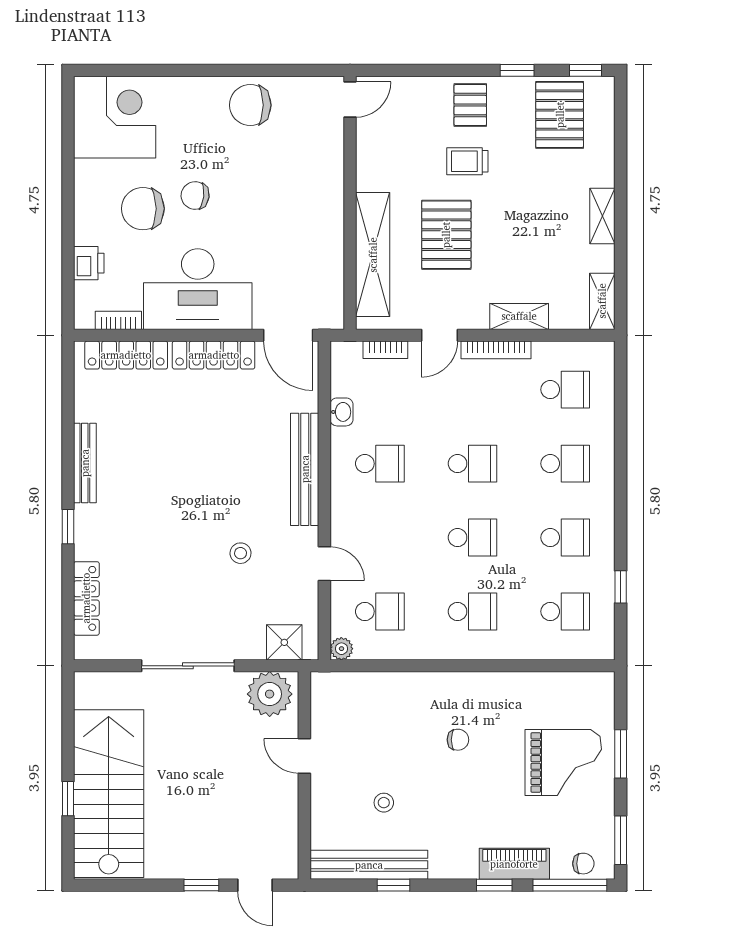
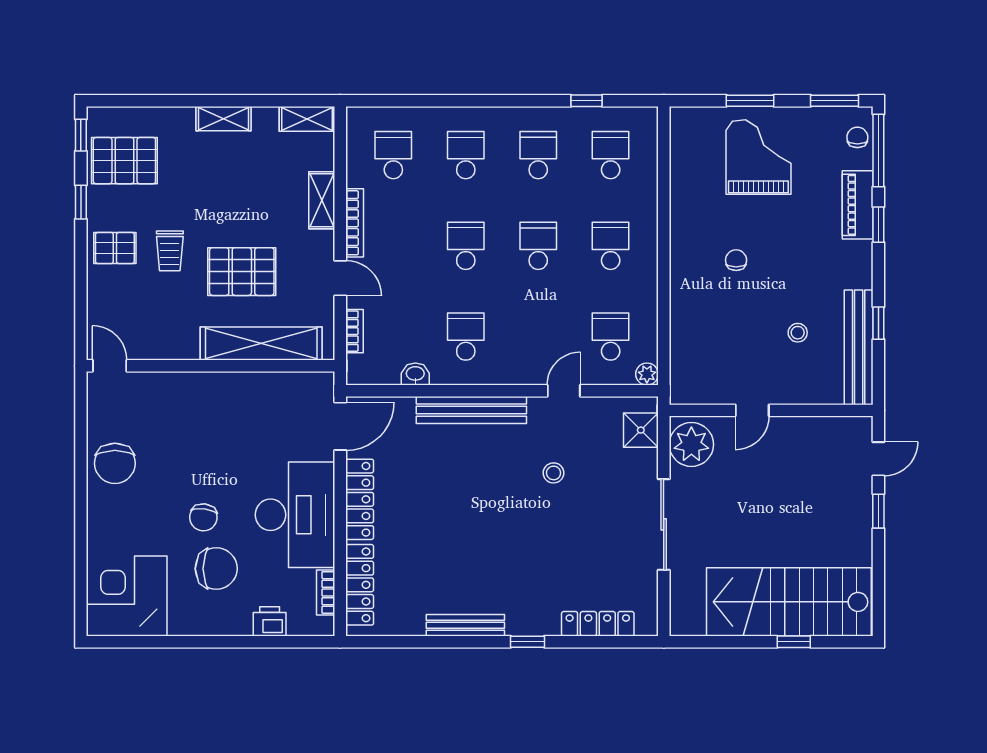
chair: (143, 209) -> (216, 569), turned -90

